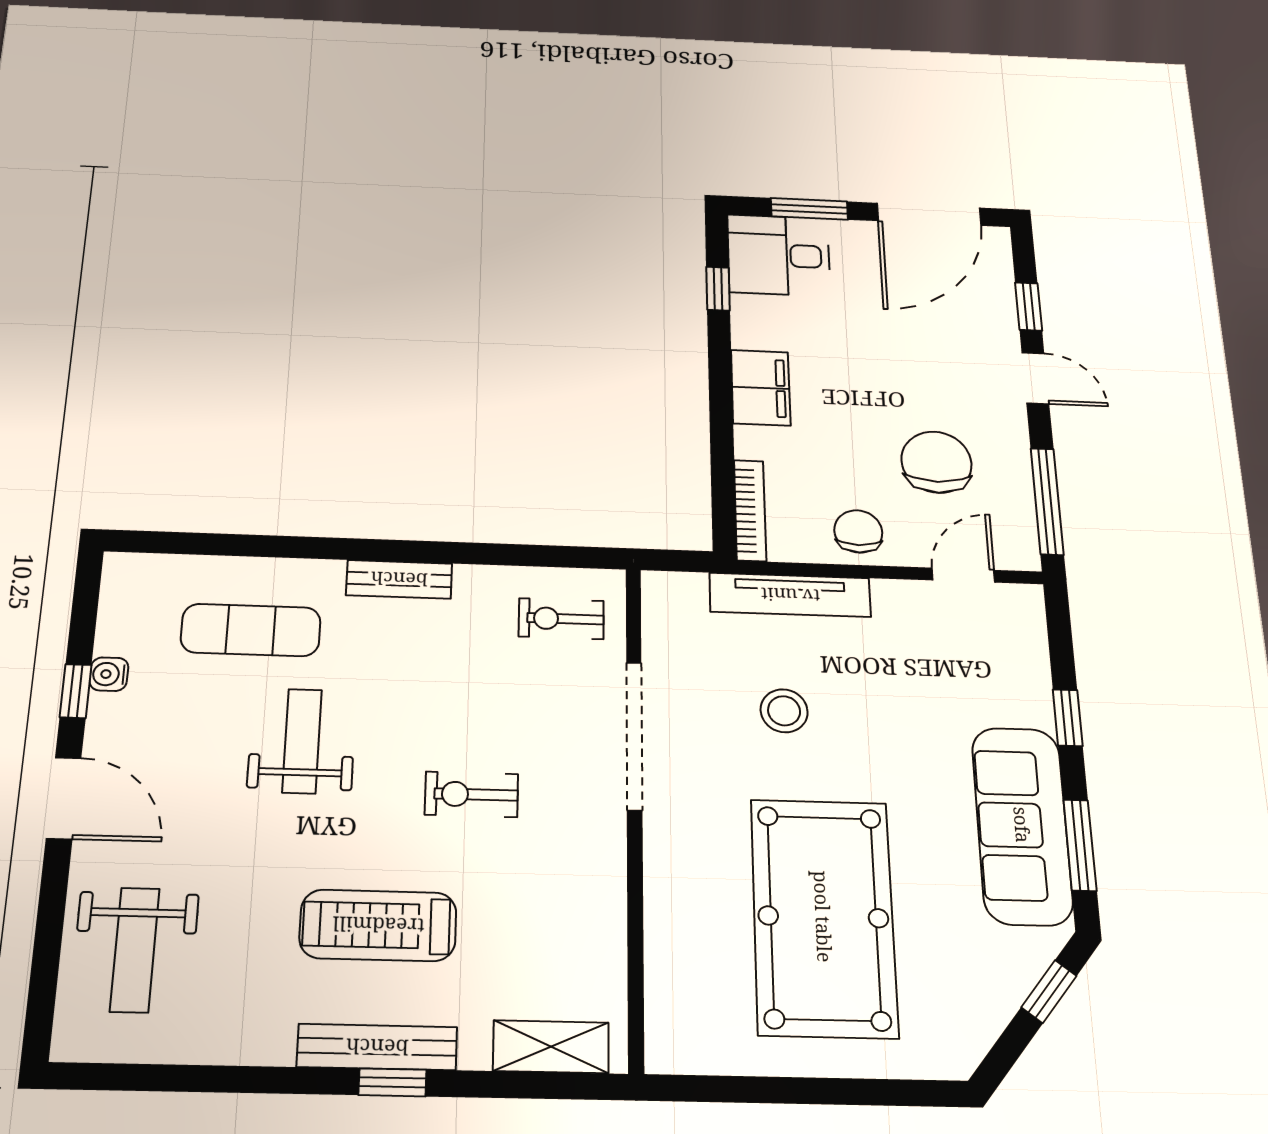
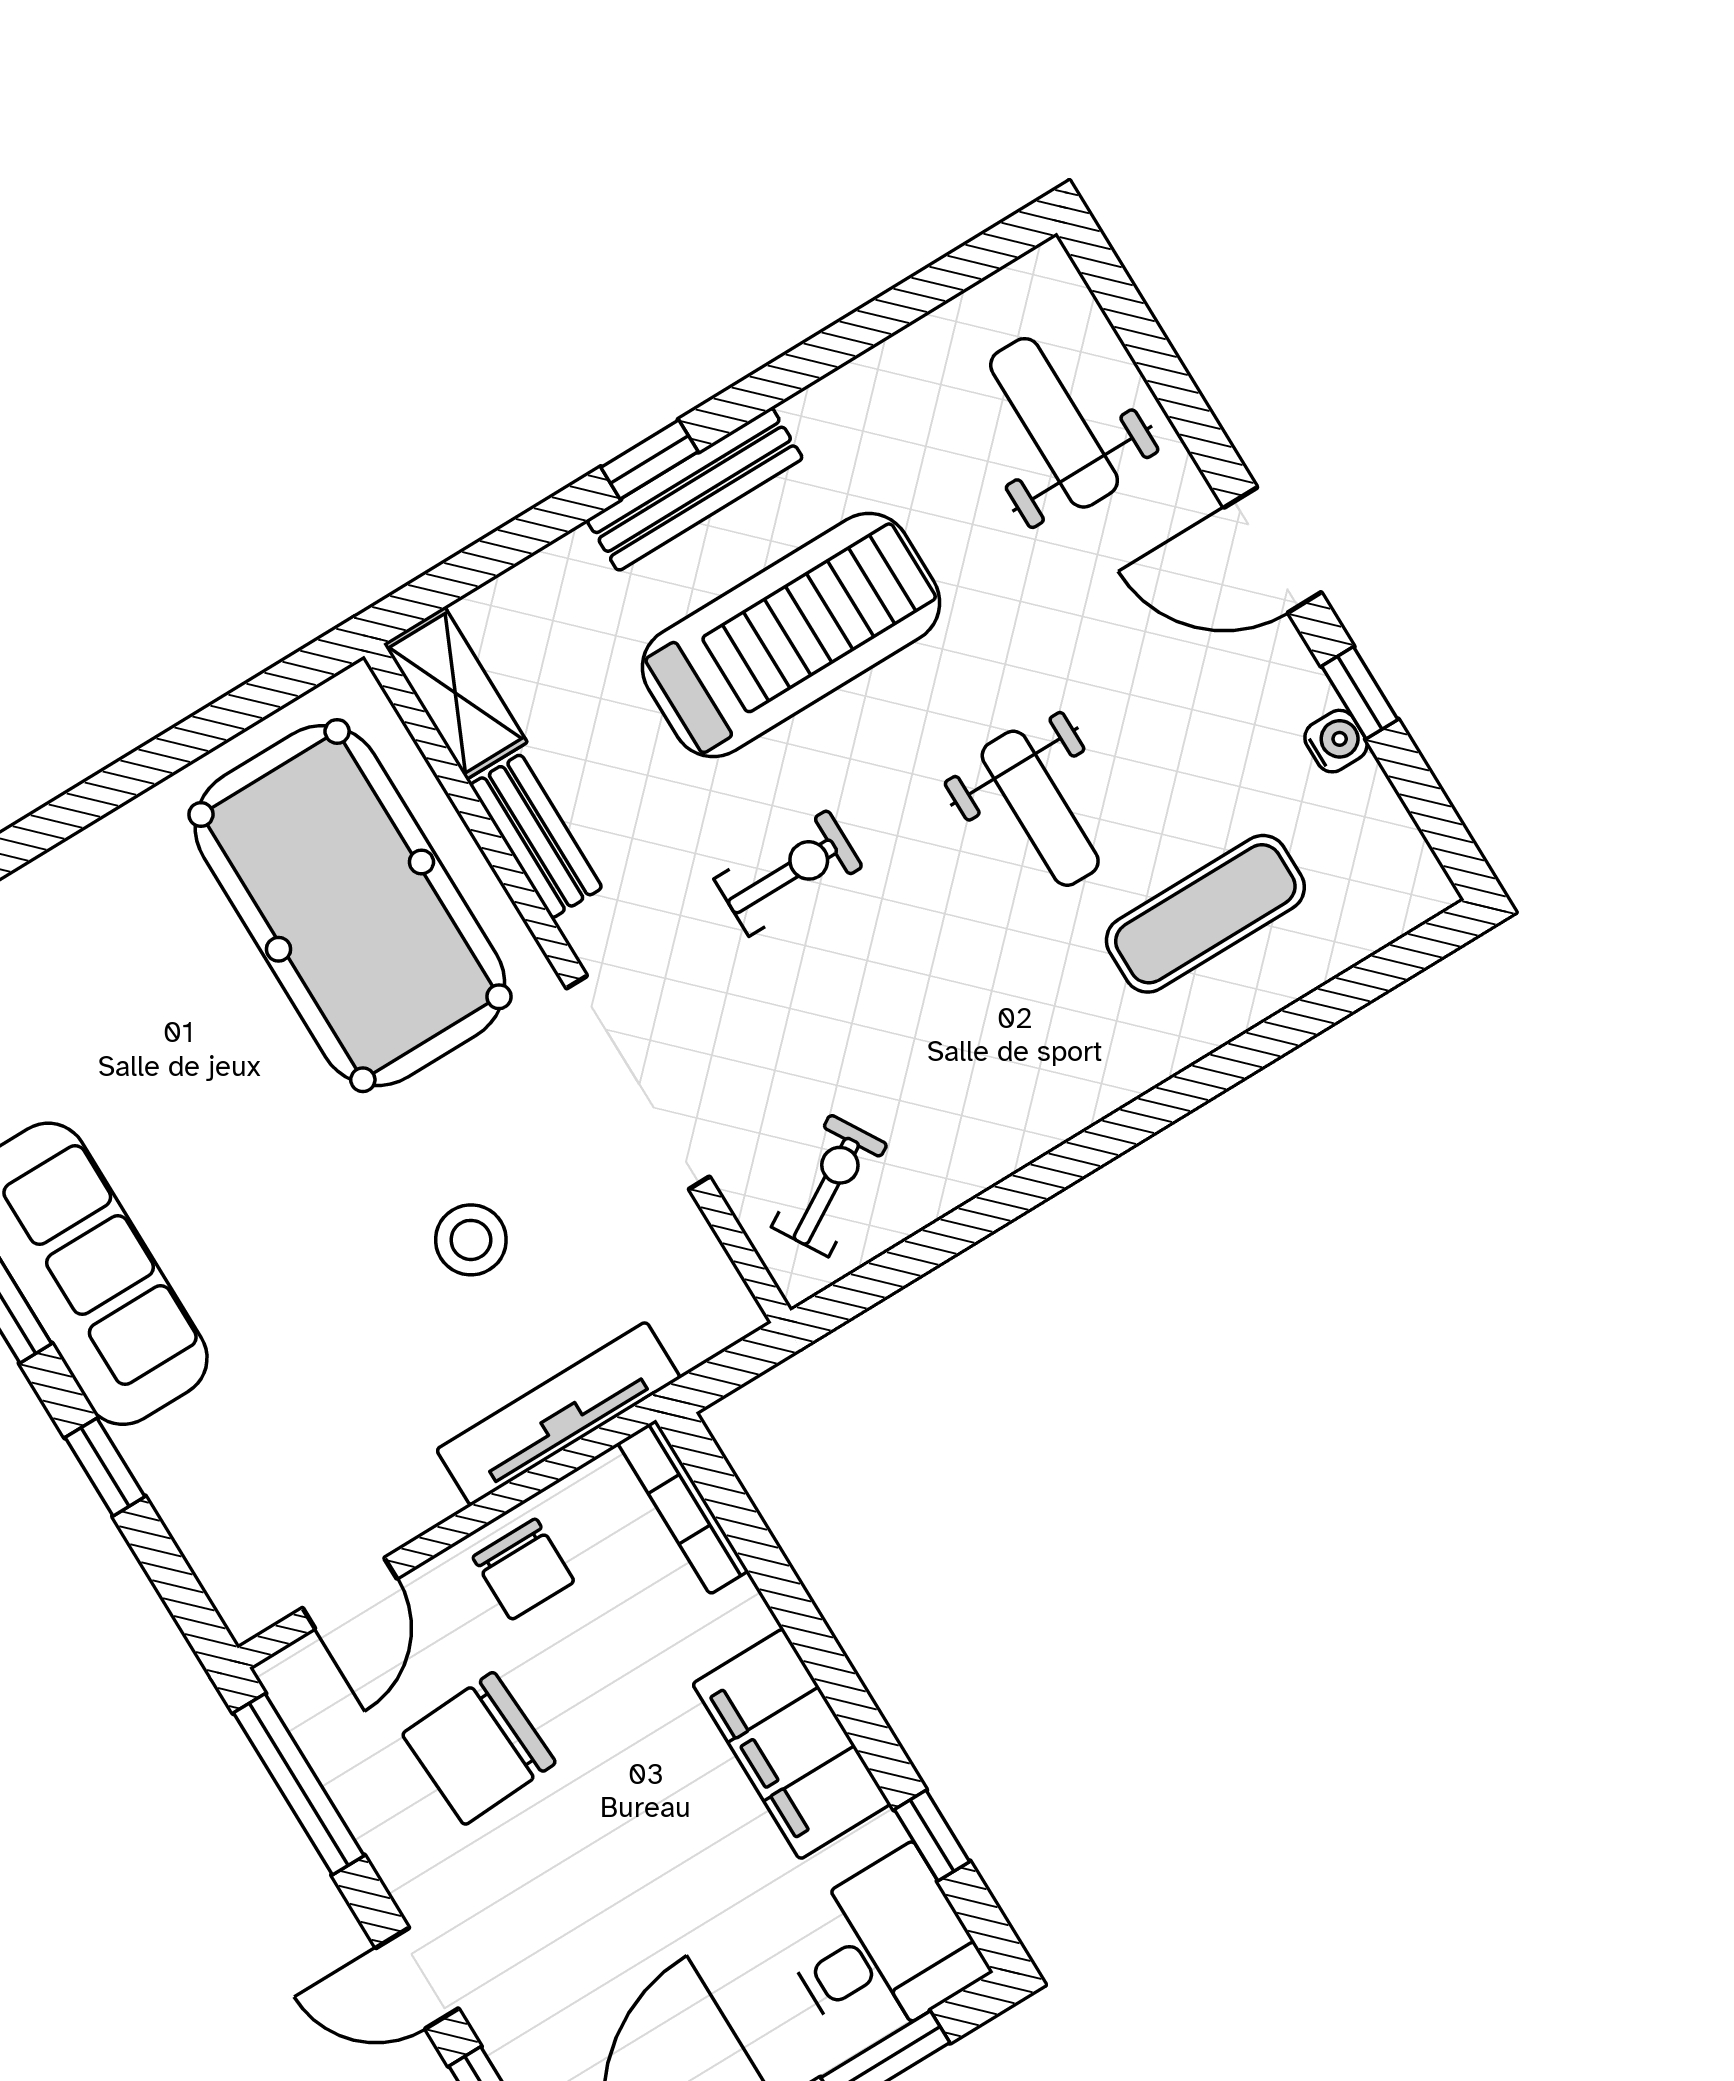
filing cabinet: (761, 388) -> (791, 1744), width x1.50, depth x1.17
chair: (936, 462) -> (479, 1748), turned 87
bench: (399, 579) -> (536, 836), moved, turned 90
exercise bike: (561, 619) -> (829, 1186), turned -31
pool table: (823, 917) -> (350, 906), moved
treadmill: (378, 925) -> (791, 635), width x1.37, depth x1.38
shelving: (551, 1047) -> (455, 693), moved, turned 90

